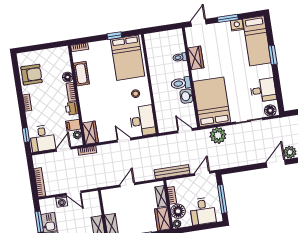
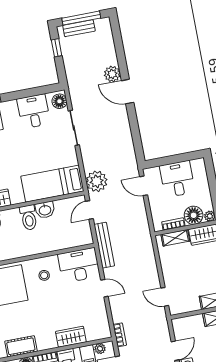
bed: (212, 102) -> (52, 184), width x0.67
wardrobe: (90, 133) -> (71, 337), moved
plant: (218, 135) -> (97, 181), moved
door: (124, 140) -> (104, 288), swing flipped
bench: (172, 172) -> (104, 245), moved
door: (127, 185) -> (165, 297), moved
window: (222, 199) -> (176, 159), removed
desk: (203, 211) -> (177, 179), moved, turned -90

